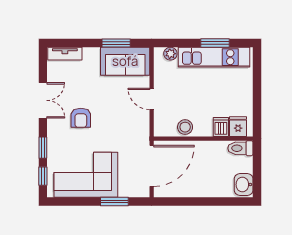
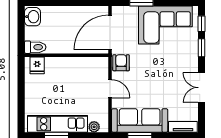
sofa: (125, 61) -> (140, 120), width x1.36
armchair: (81, 118) -> (121, 63), moved
stool: (185, 127) -> (82, 65), removed
dishwasher: (221, 127) -> (52, 65), removed

